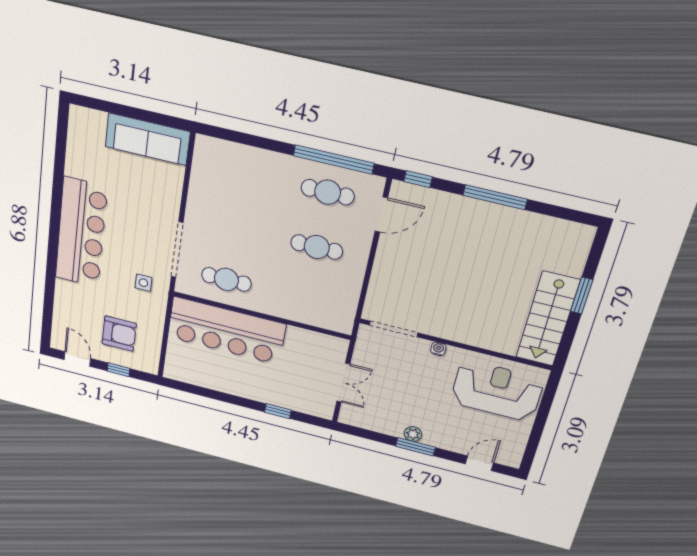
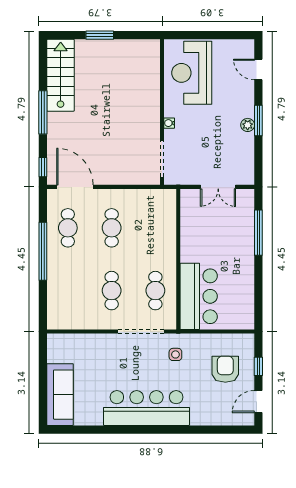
sofa: (147, 139) -> (60, 395), moved
window: (334, 159) -> (43, 251), moved
door: (381, 214) -> (75, 187), width x1.36
cafe table: (235, 227) -> (112, 291), added
stairs: (548, 319) -> (61, 75), moved, turned -90
bar counter: (226, 331) -> (199, 296), width x0.73
double door: (343, 383) -> (218, 187), swing flipped
window: (278, 411) -> (258, 233), width x2.17

